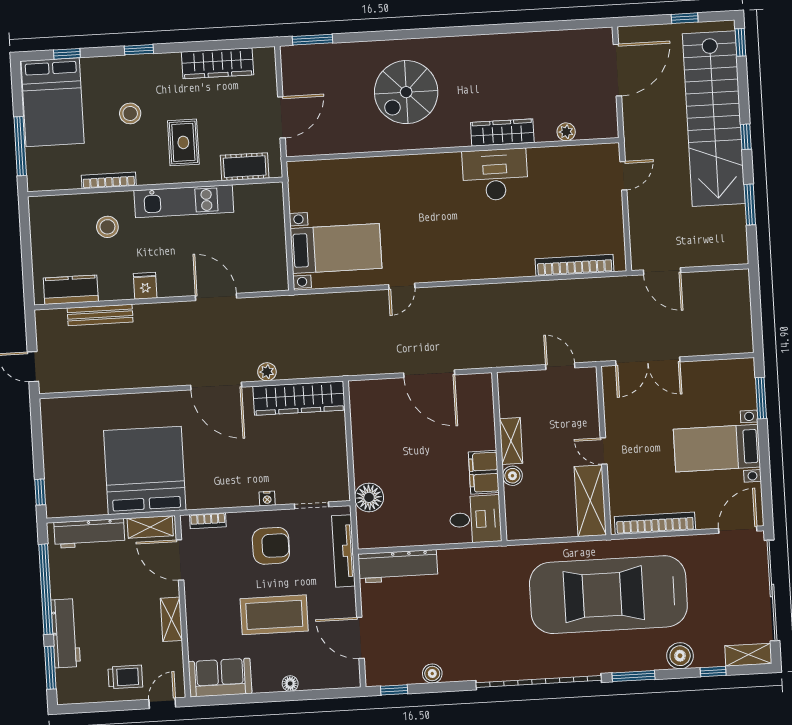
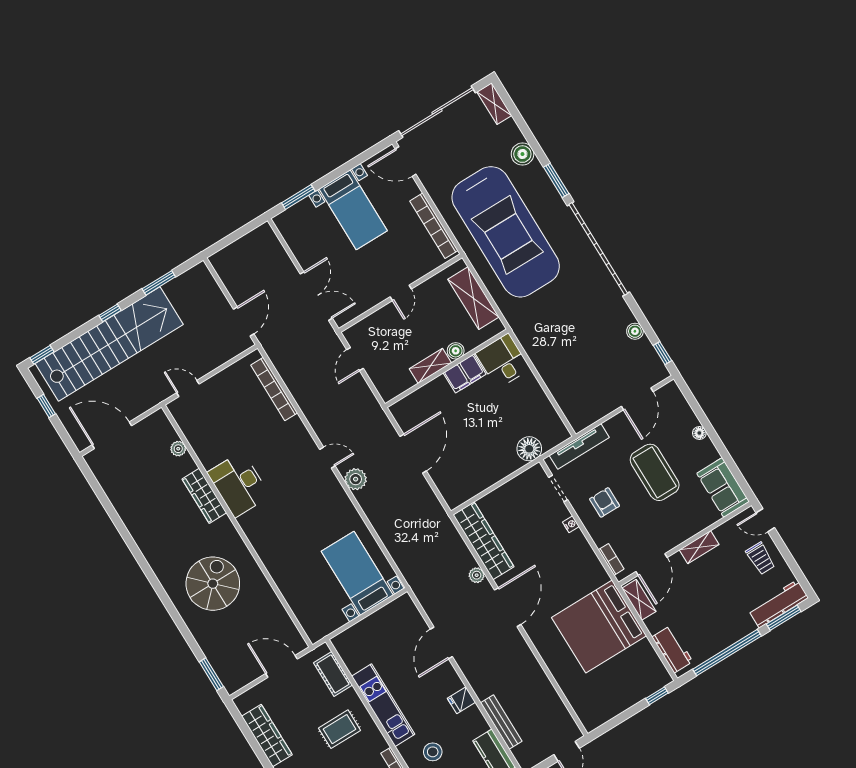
spiral stairs: (406, 92) -> (213, 584), turned -90
door: (402, 286) -> (327, 458), moved
plant: (435, 300) -> (356, 479), added
shelving: (590, 501) -> (473, 298), moved, turned 90
workbench: (89, 533) -> (672, 649), width x0.73
armchair: (271, 546) -> (605, 502), width x0.72, depth x0.72
workbench: (398, 566) -> (569, 400), removed
workbench: (66, 633) -> (778, 604), moved
window: (713, 671) -> (521, 123), removed
trolley: (125, 677) -> (760, 558), turned 180

